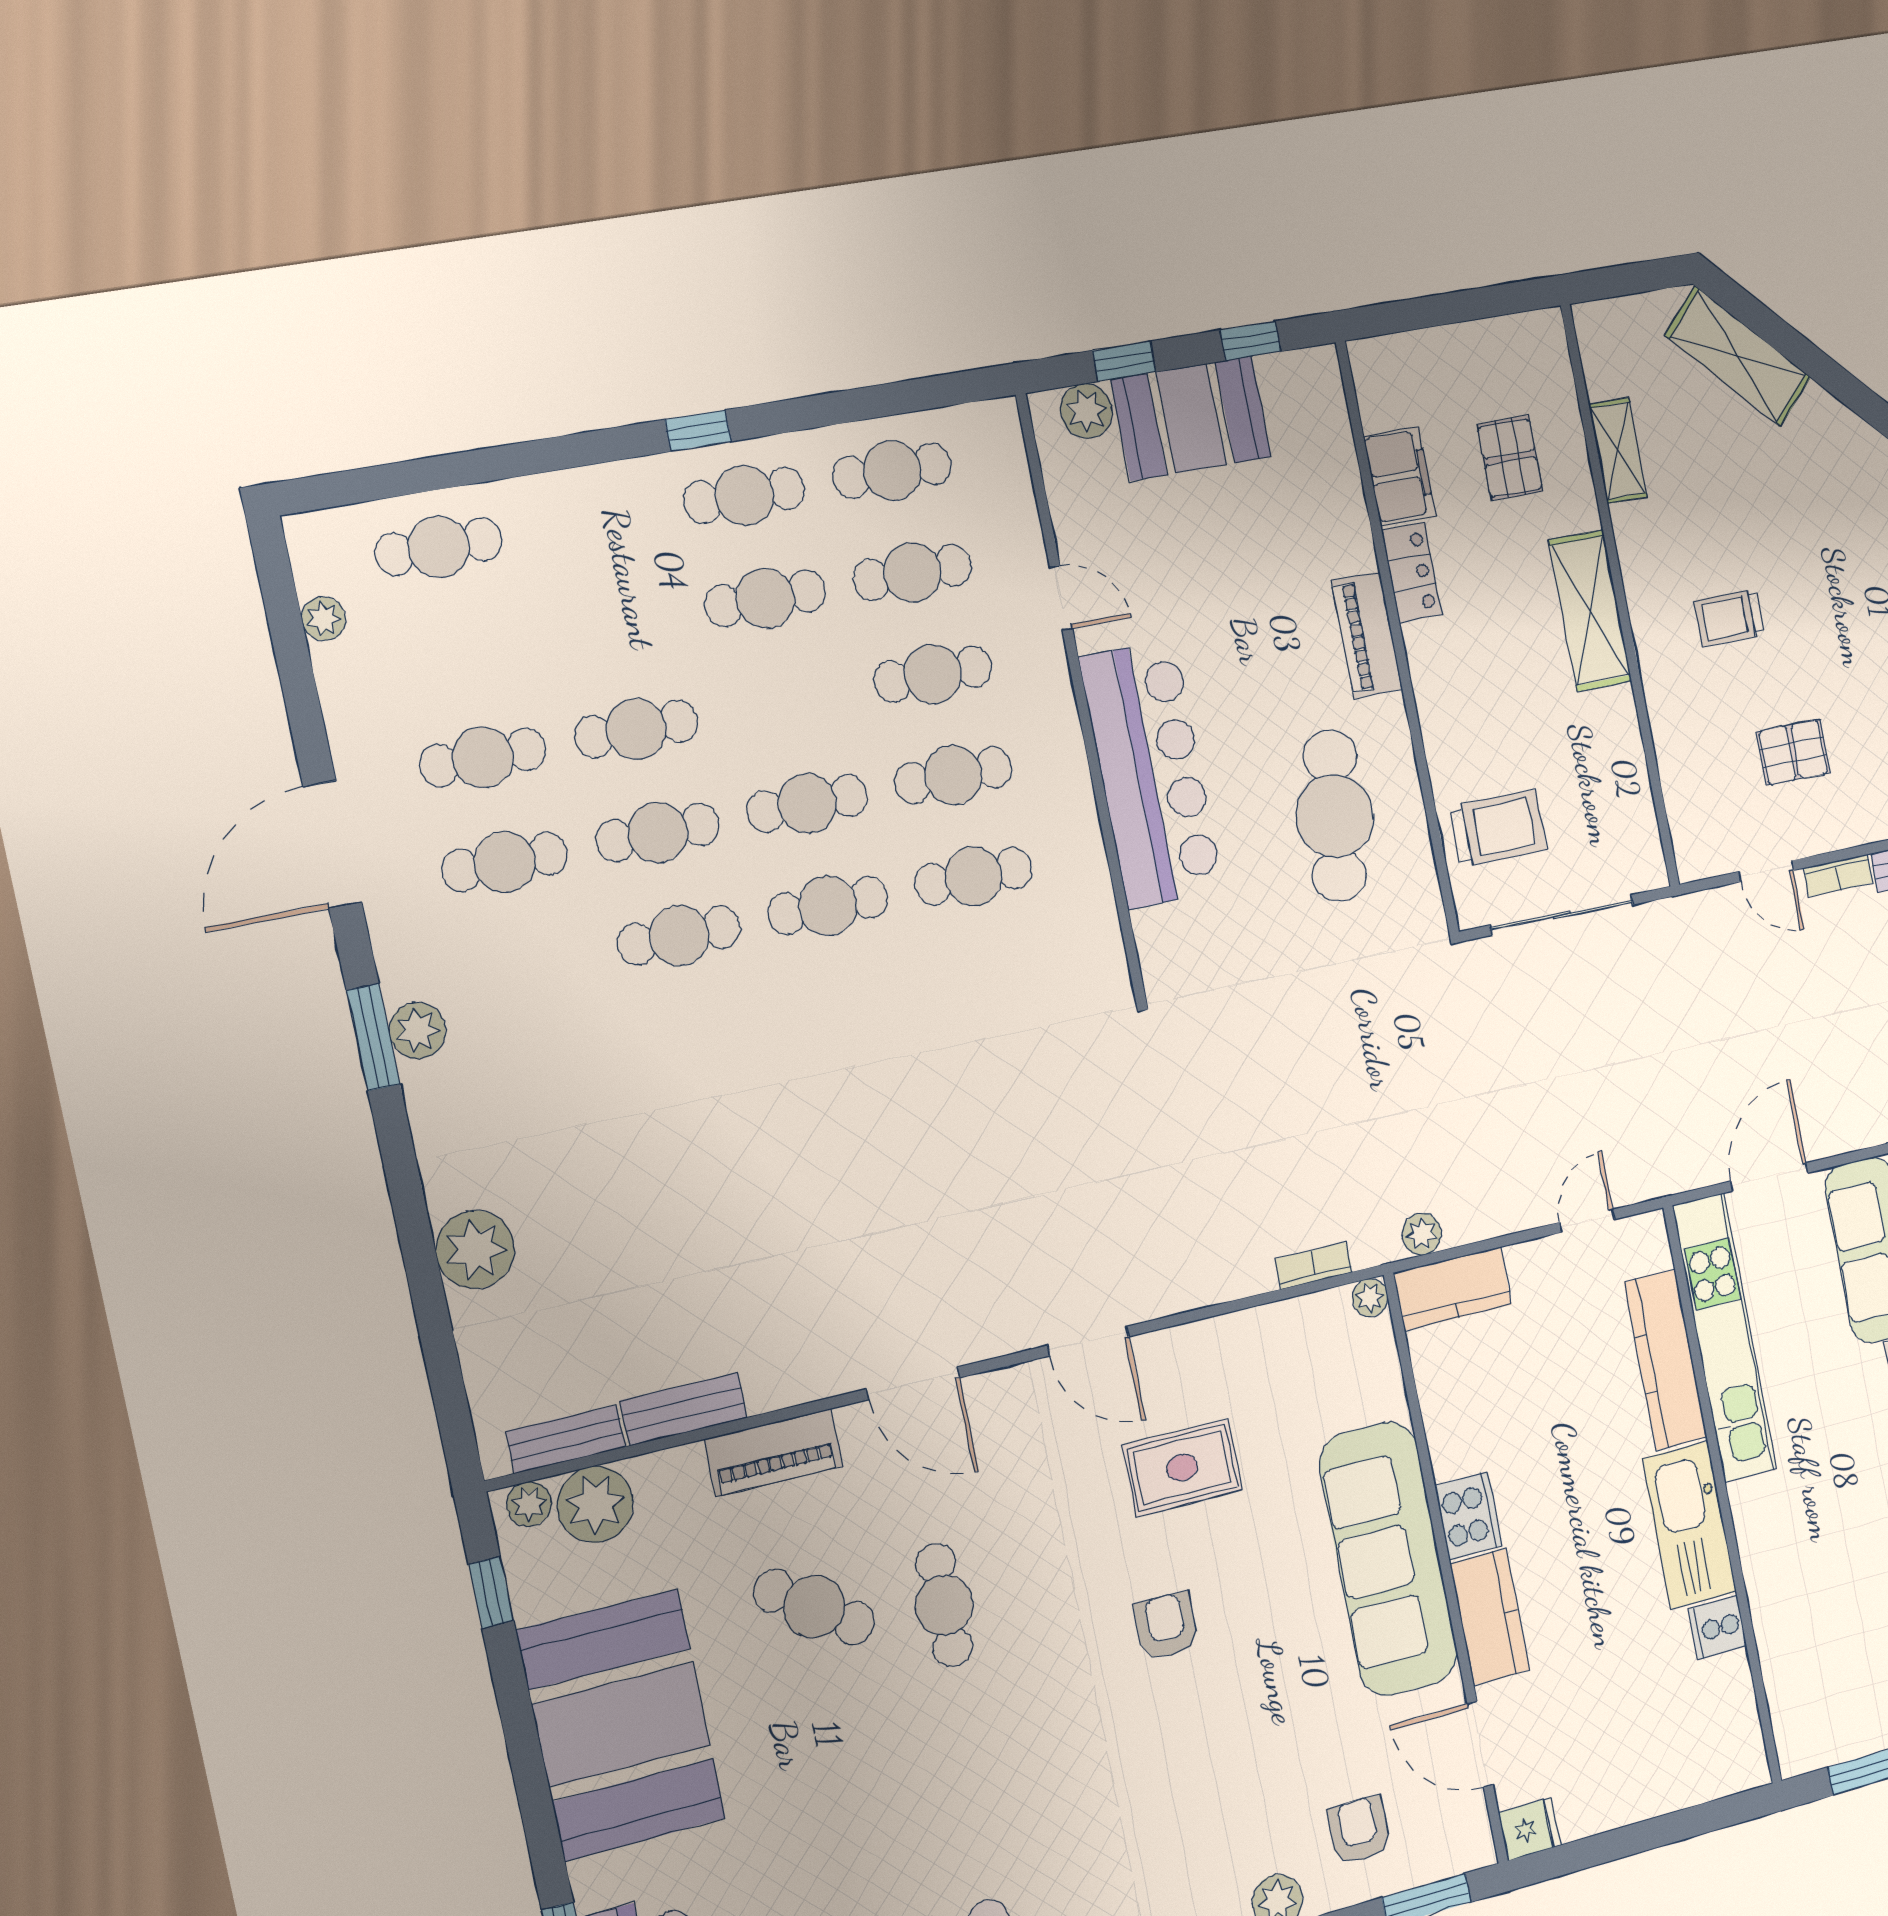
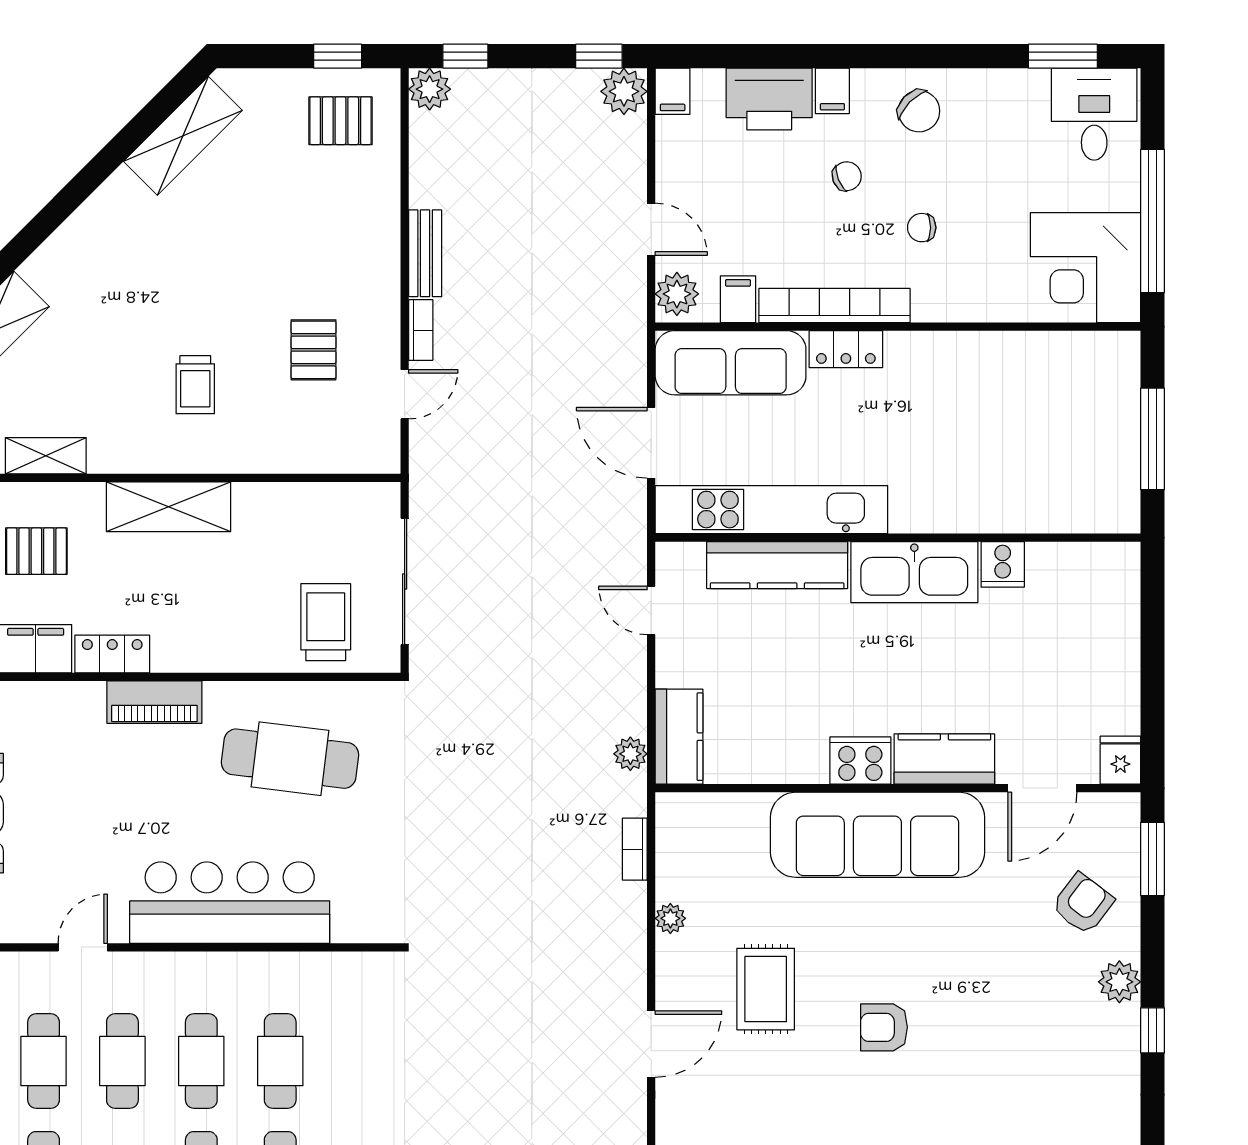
plant: (1370, 1298) -> (670, 918), moved
armchair: (1359, 1830) -> (1083, 904), turned 127

